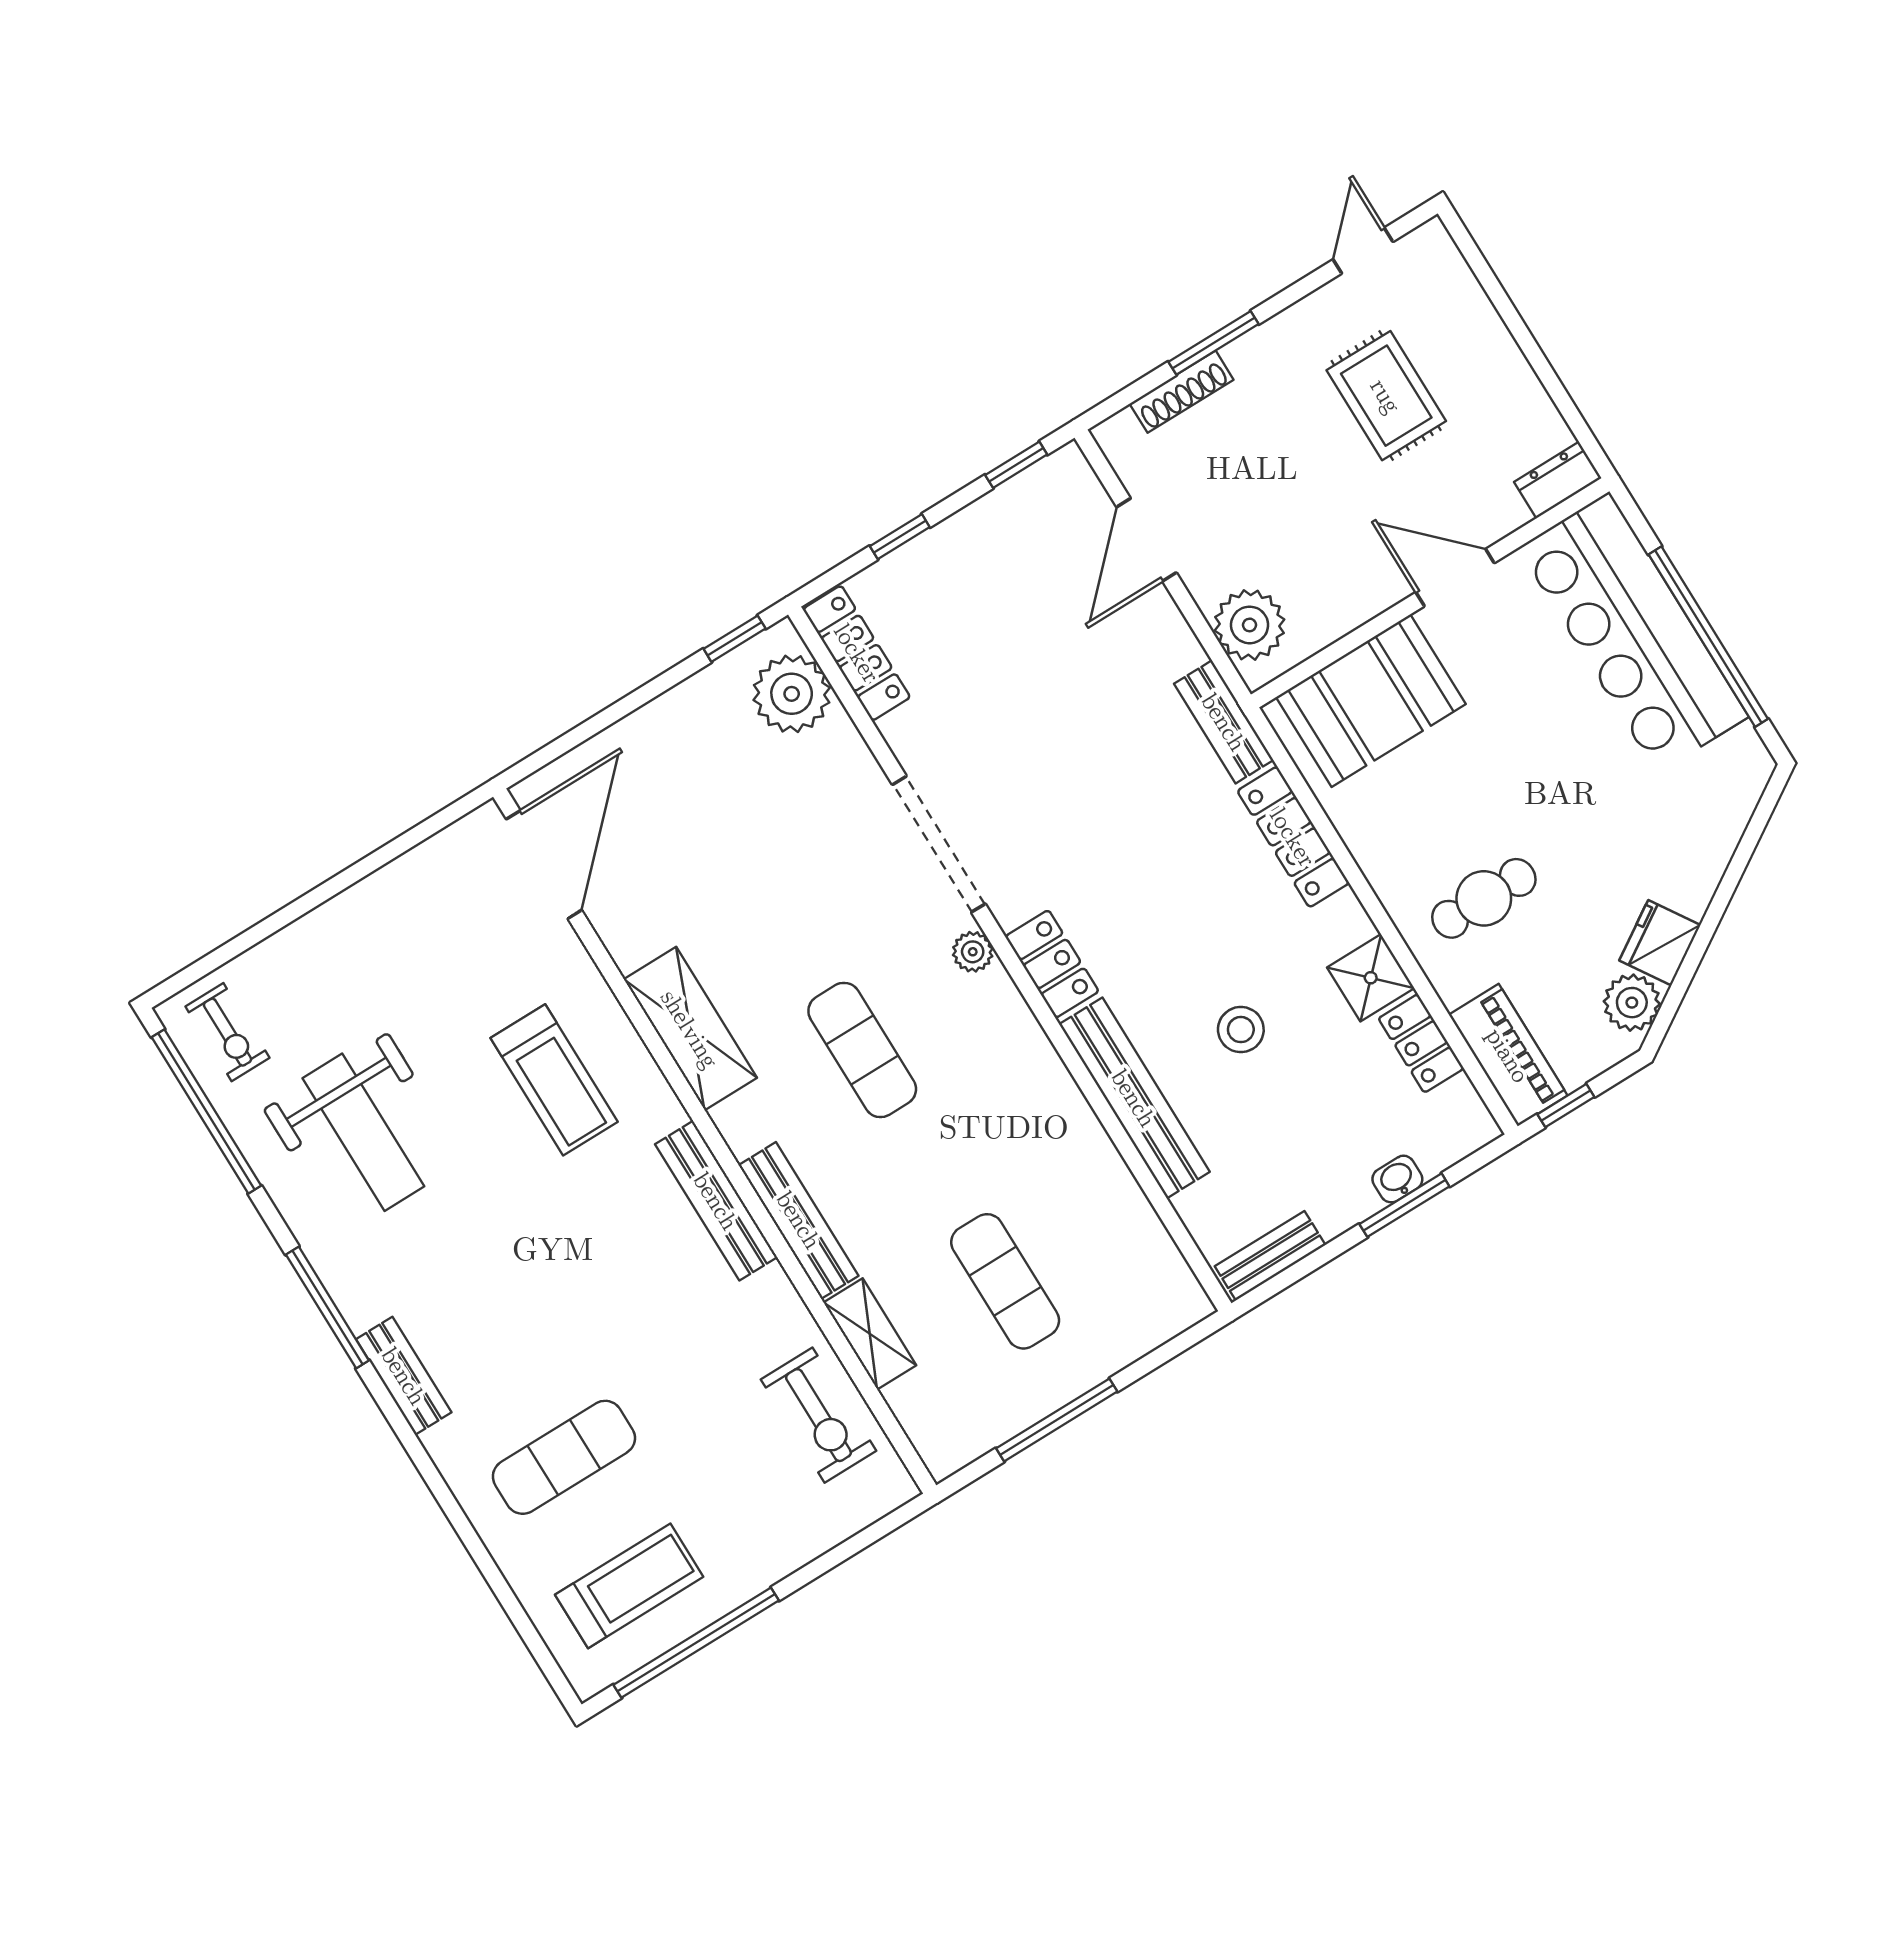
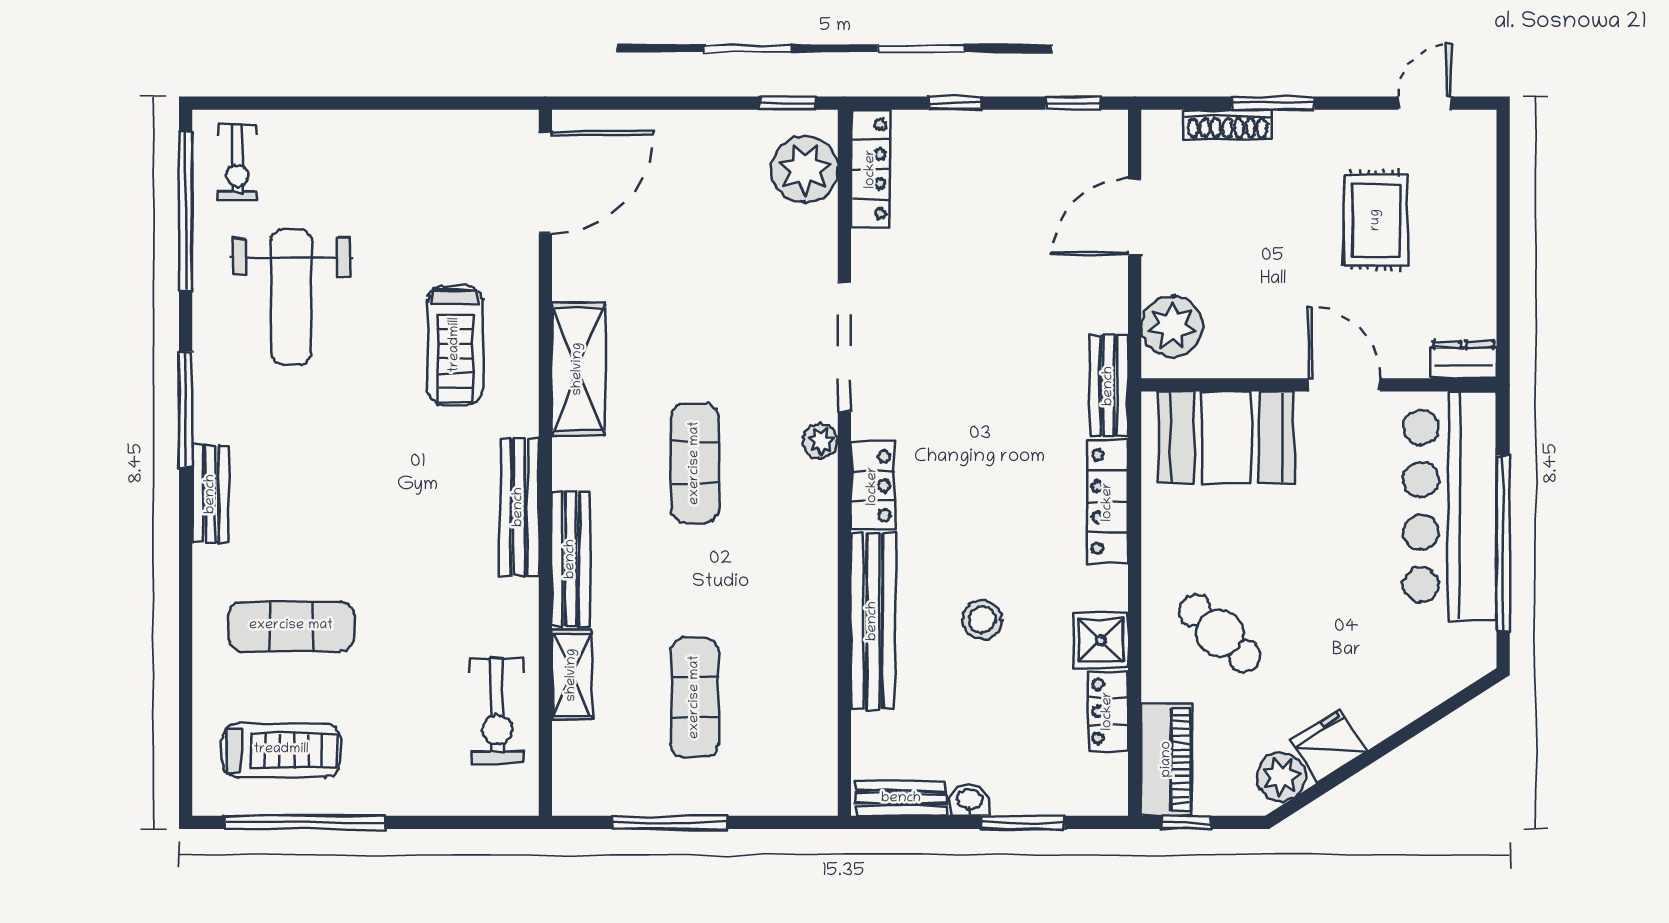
cafe table: (1484, 898) -> (1220, 633), turned 43
washbasin: (1397, 1179) -> (970, 800), moved

